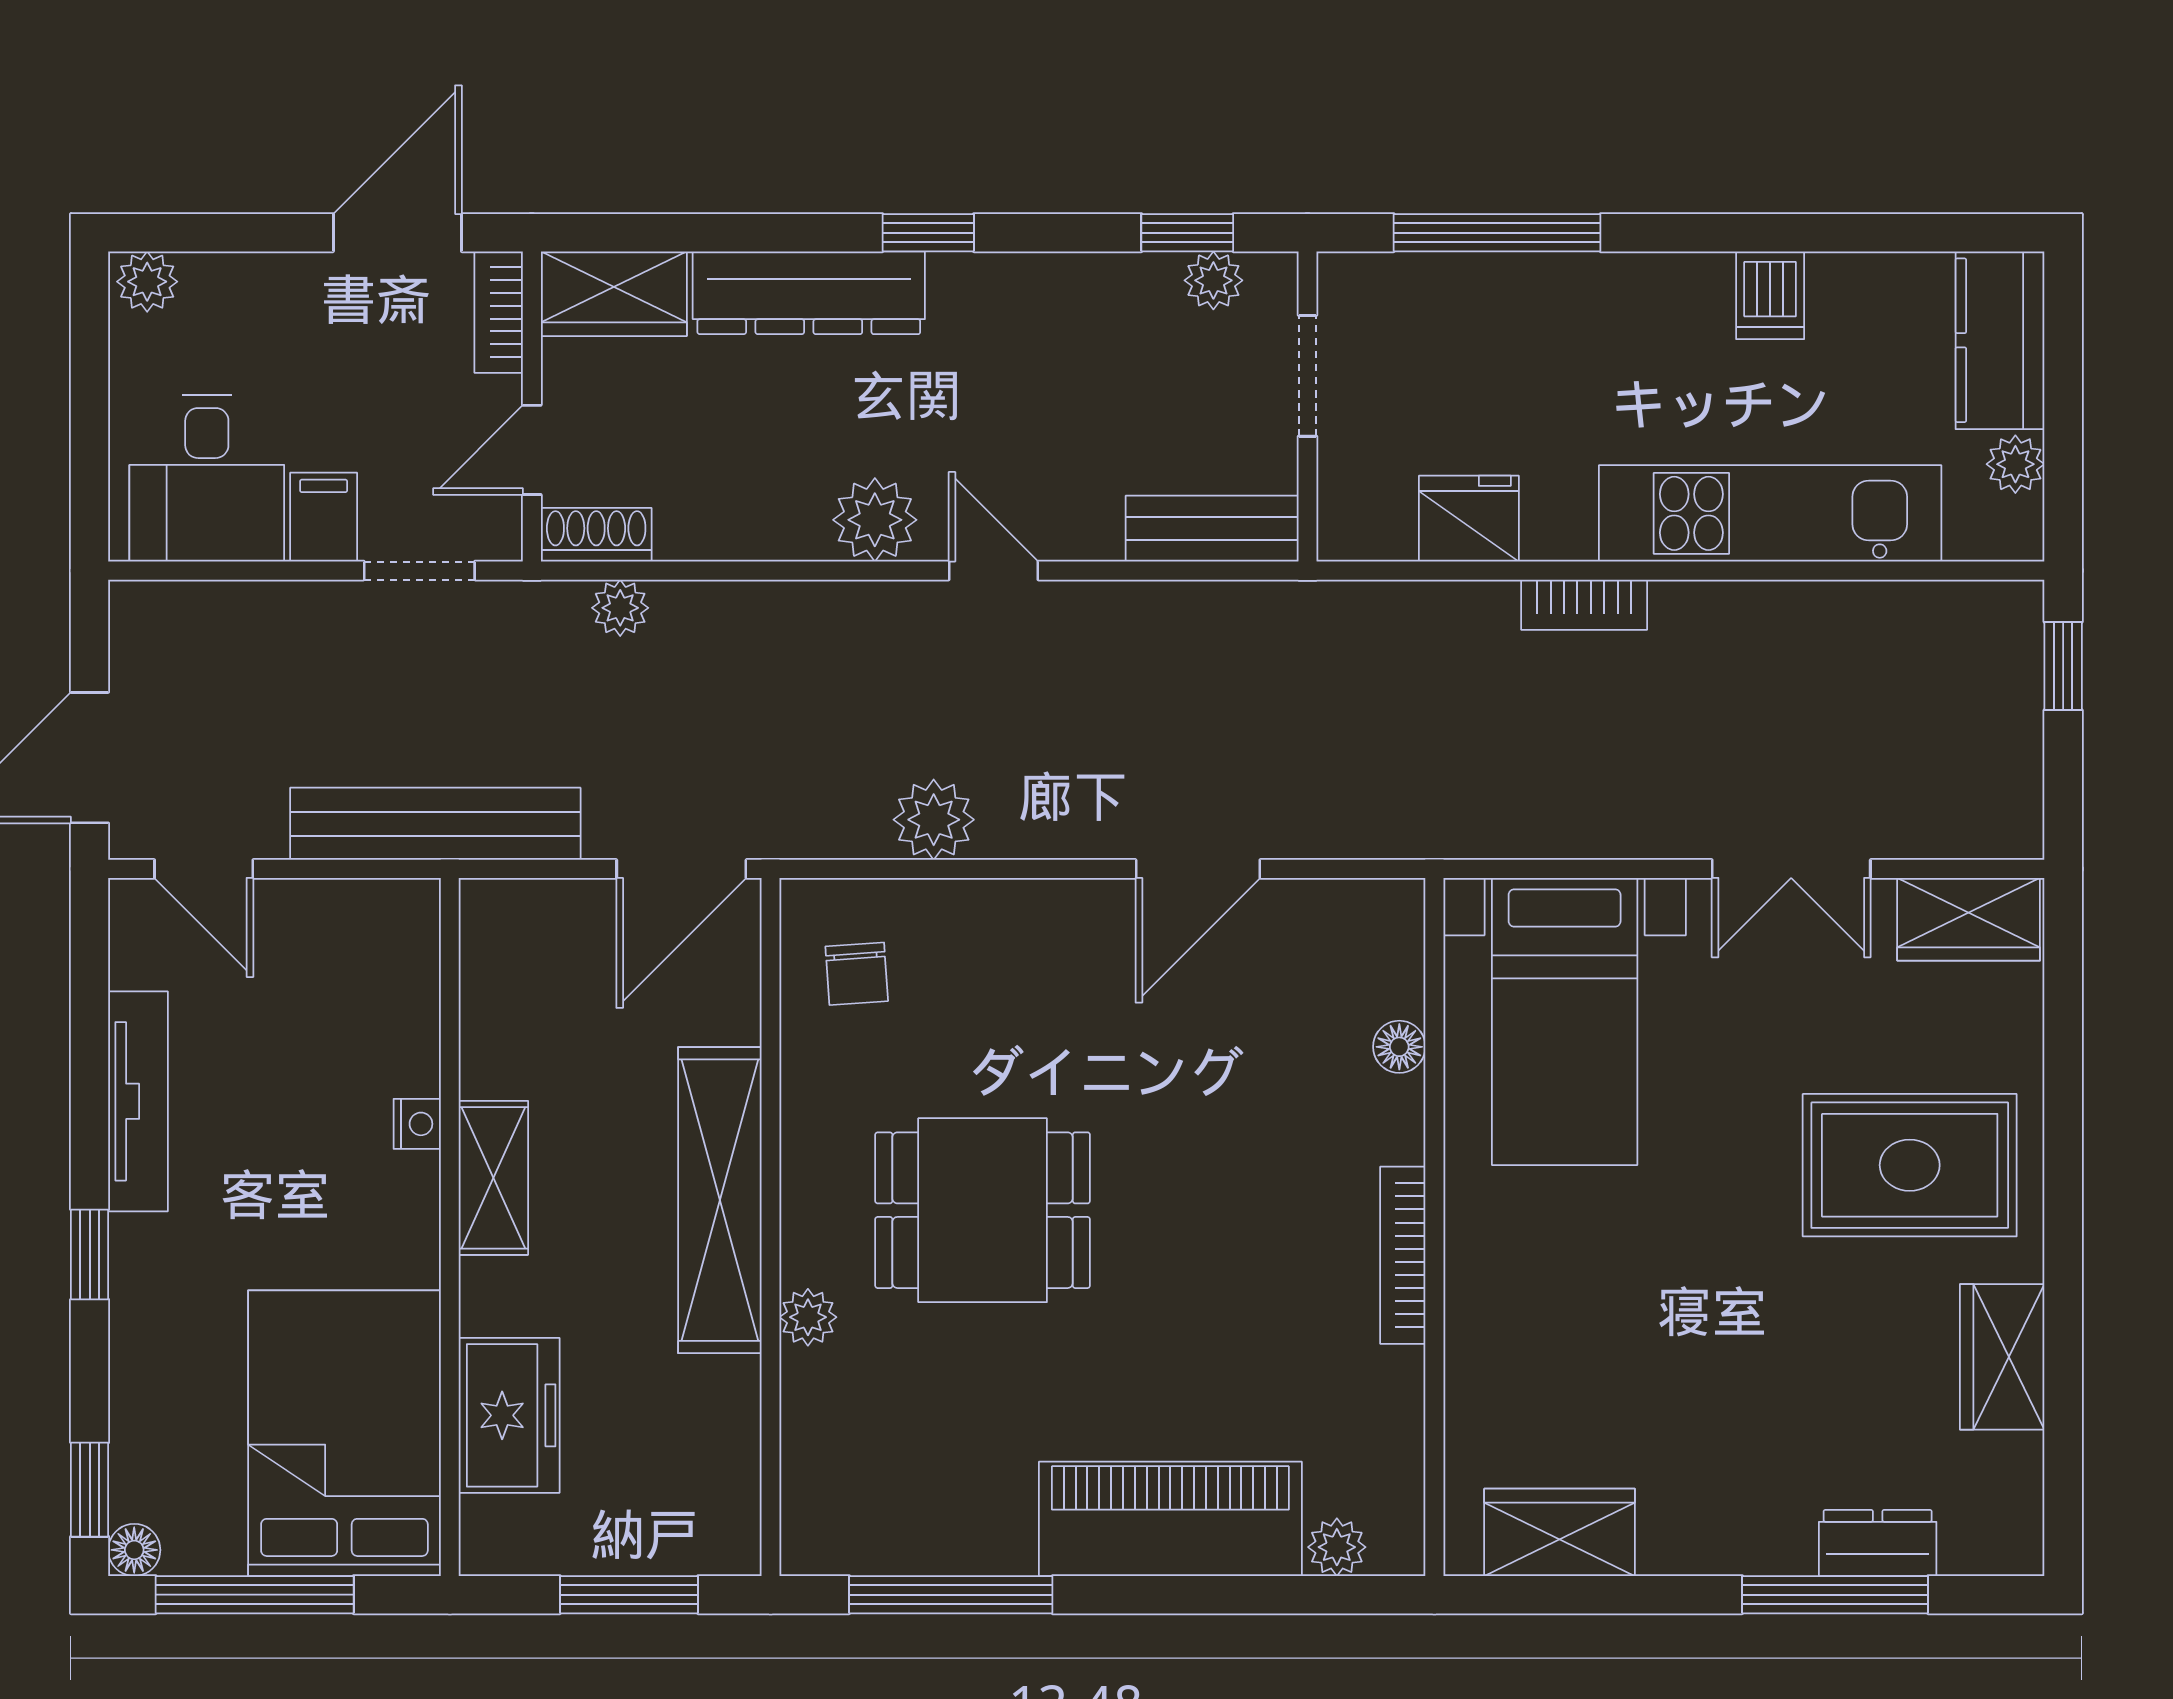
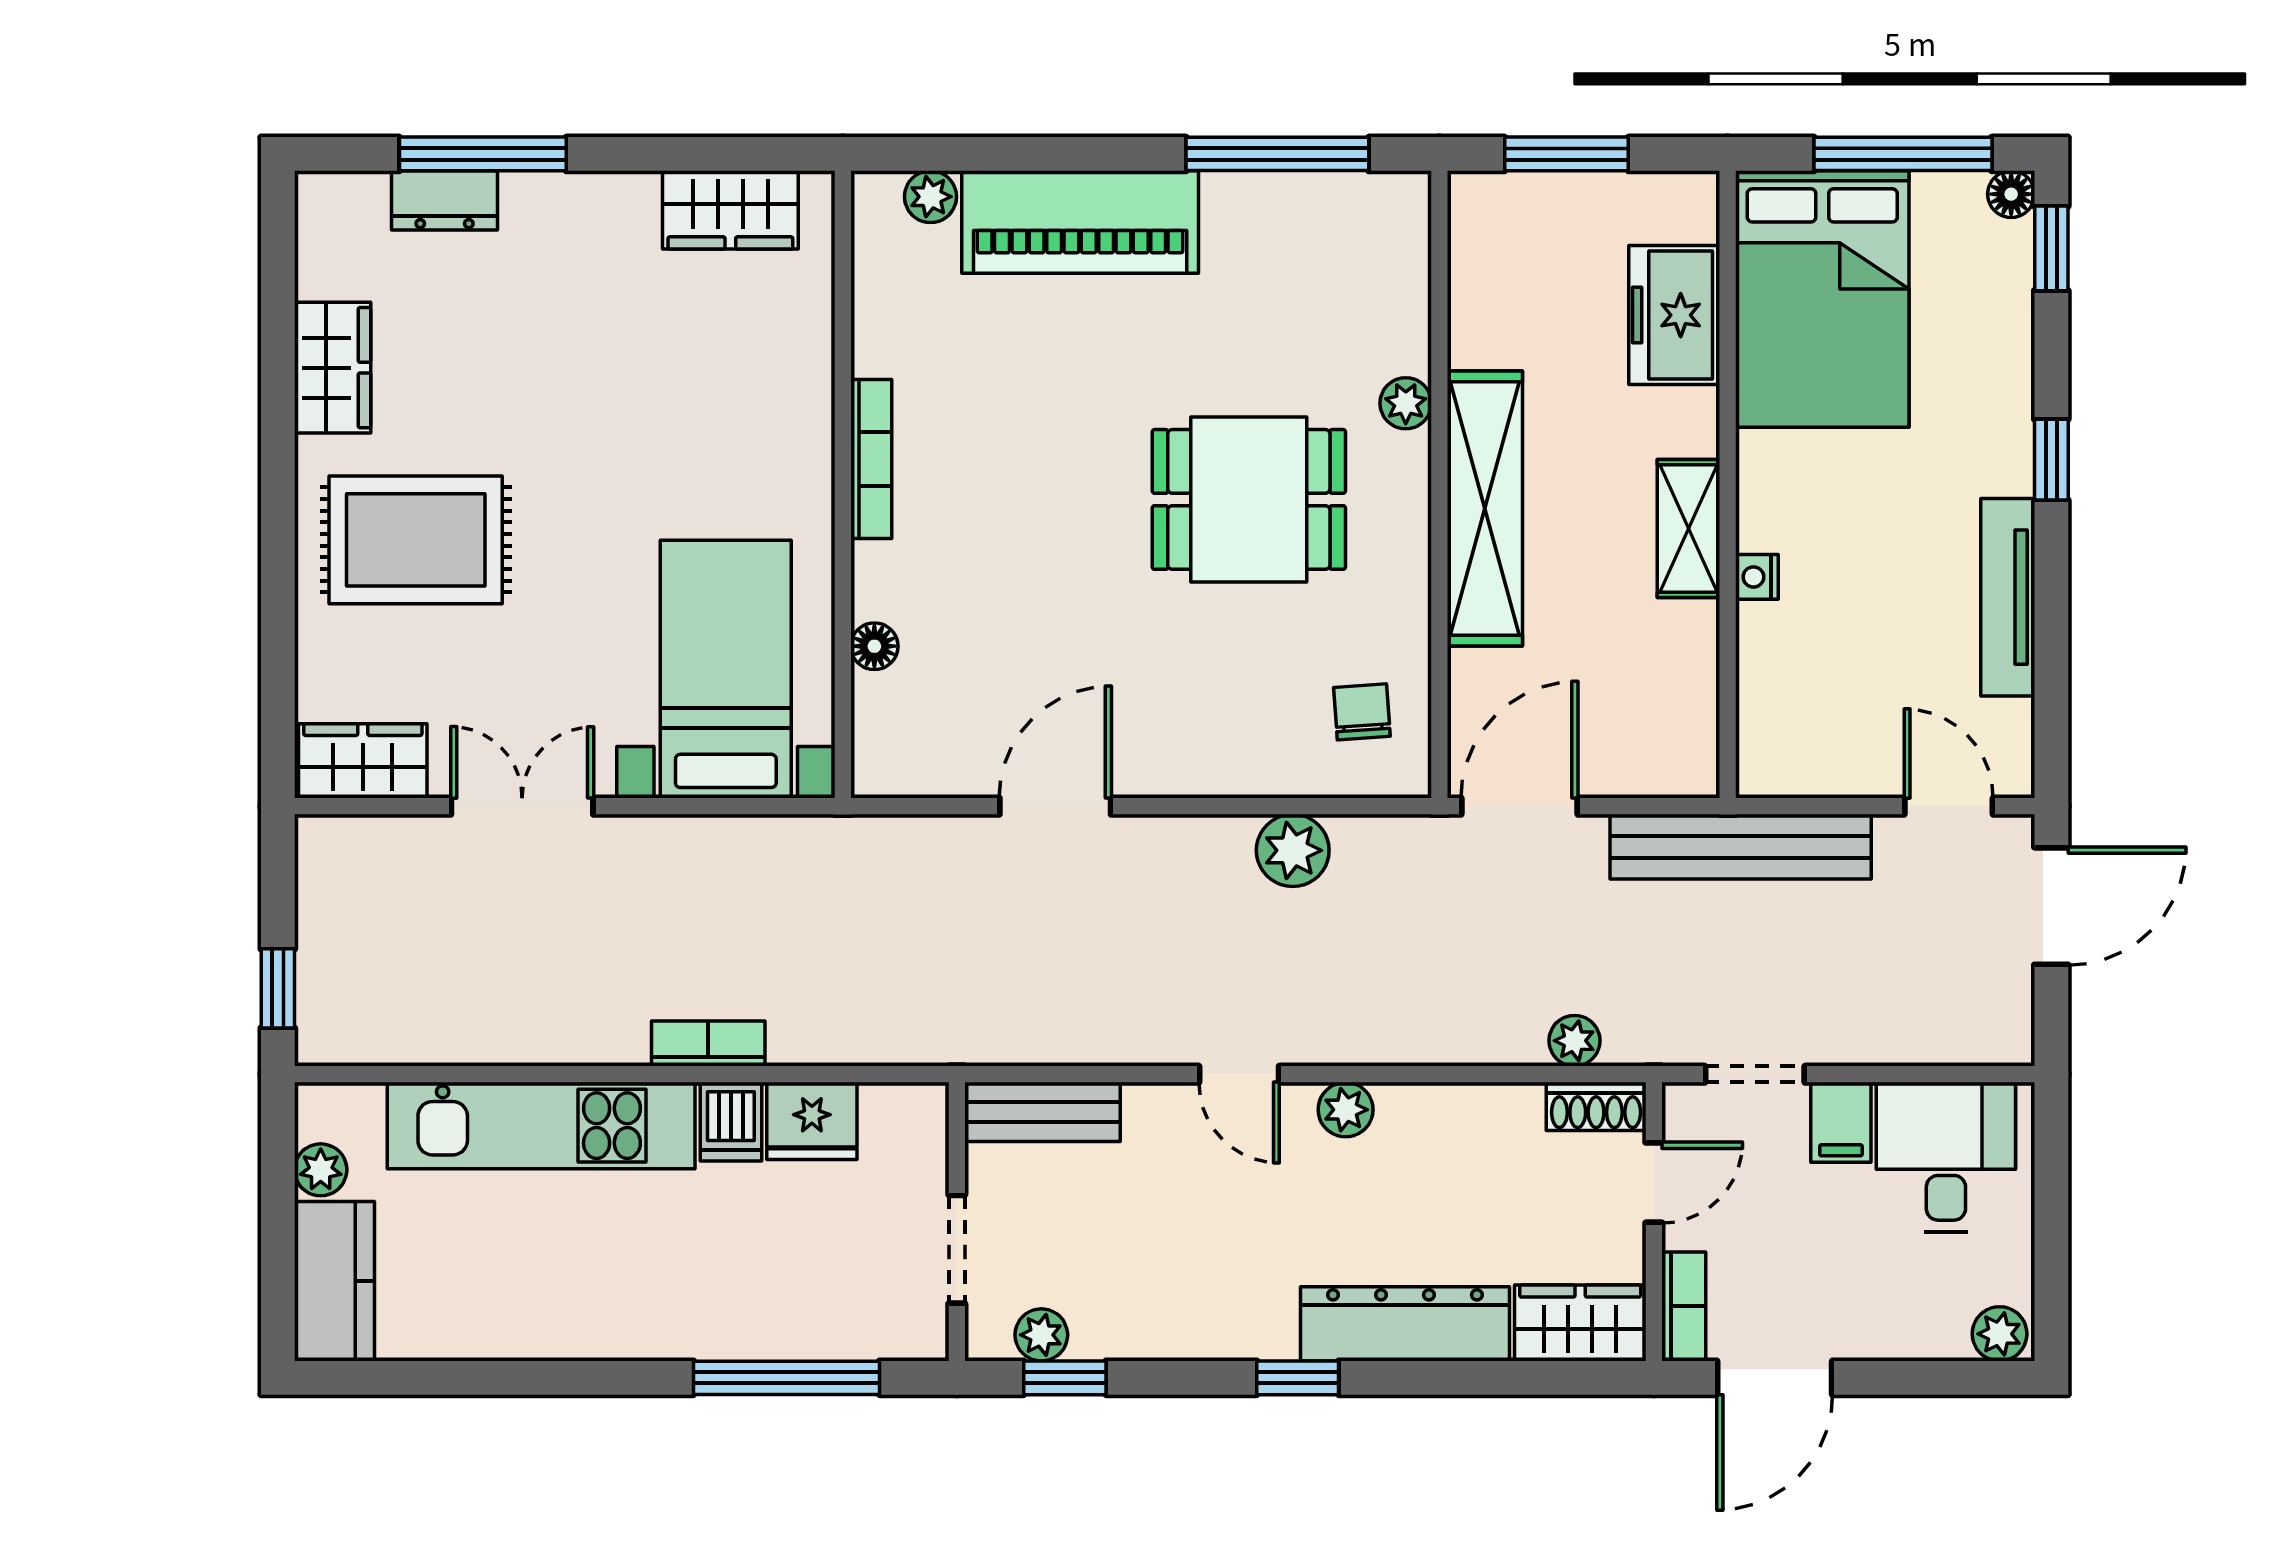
dishwasher: (1770, 295) -> (731, 1122), moved, turned 180
plant: (875, 520) -> (1346, 1110), width x0.73, depth x0.73

